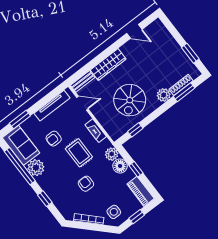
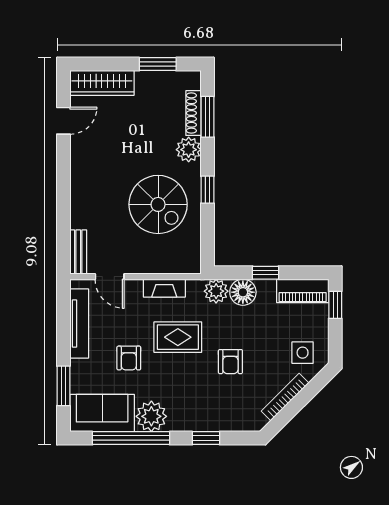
wardrobe: (108, 65) -> (102, 83), moved, turned 90
door: (82, 103) -> (110, 277), swing flipped
window: (135, 130) -> (207, 190), moved
armchair: (86, 184) -> (230, 362), turned -90
window: (137, 217) -> (335, 305), moved

